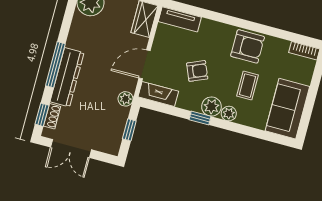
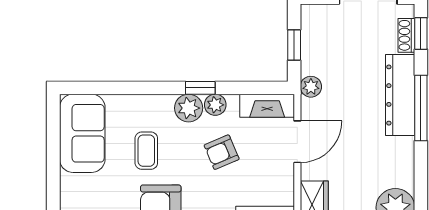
plant: (229, 114) -> (215, 105), moved

